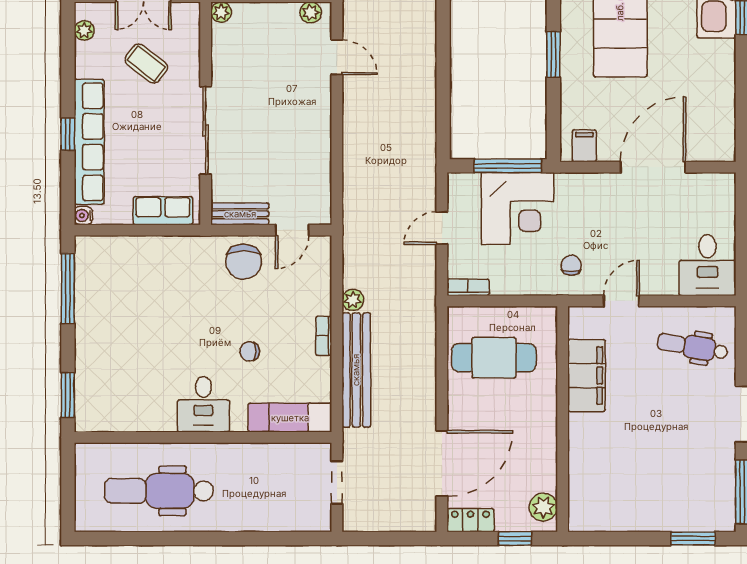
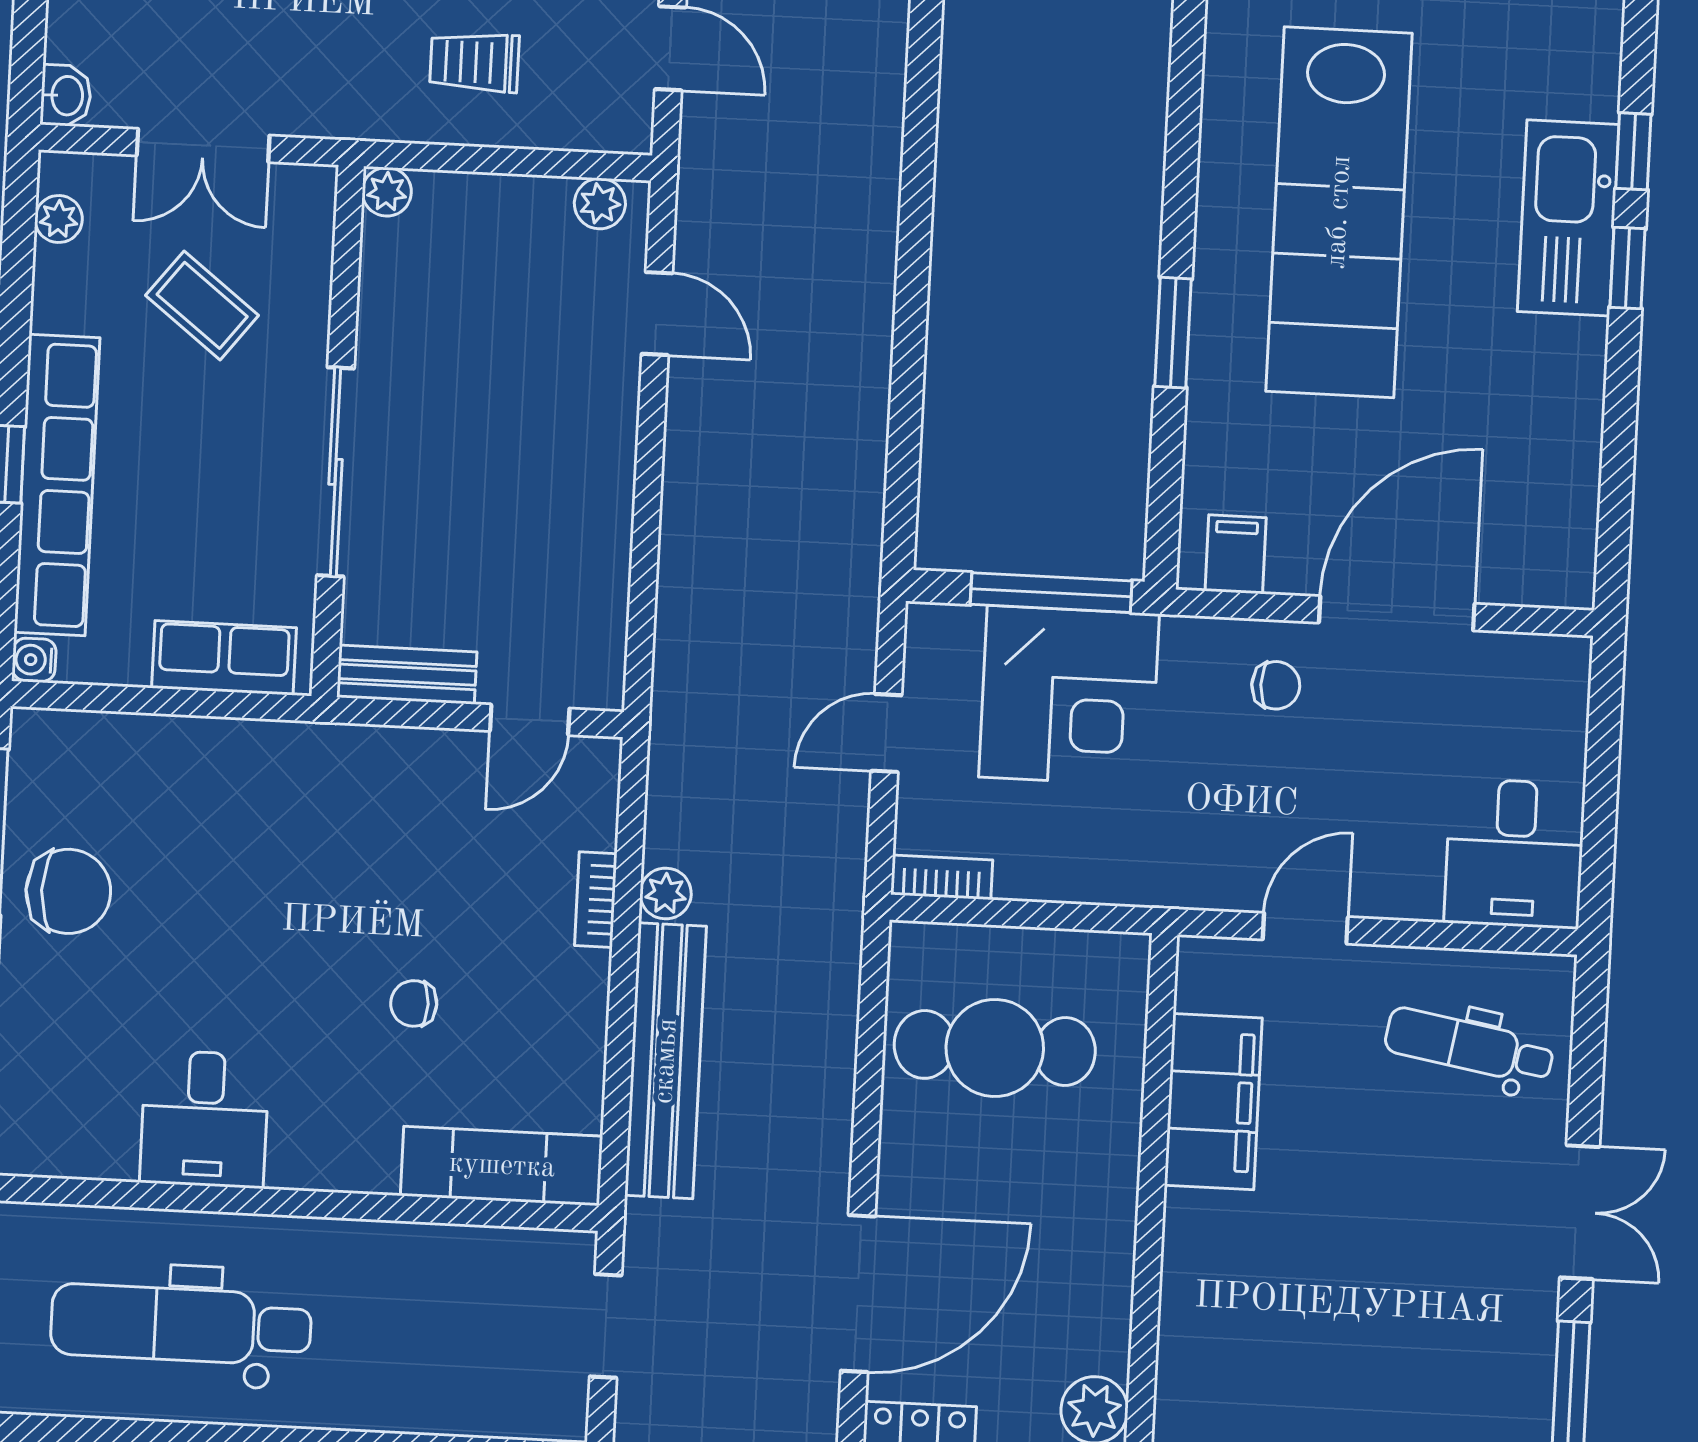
chair: (244, 262) -> (68, 891), moved, turned -90
chair: (571, 265) -> (1276, 685), moved, turned 90
bookcase: (324, 336) -> (596, 900), moved
desk: (203, 404) -> (205, 1119), moved

